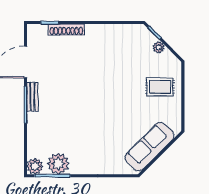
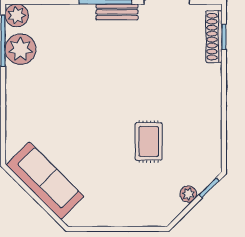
shoe rack: (66, 30) -> (214, 37), moved
rug: (160, 87) -> (149, 141), moved

